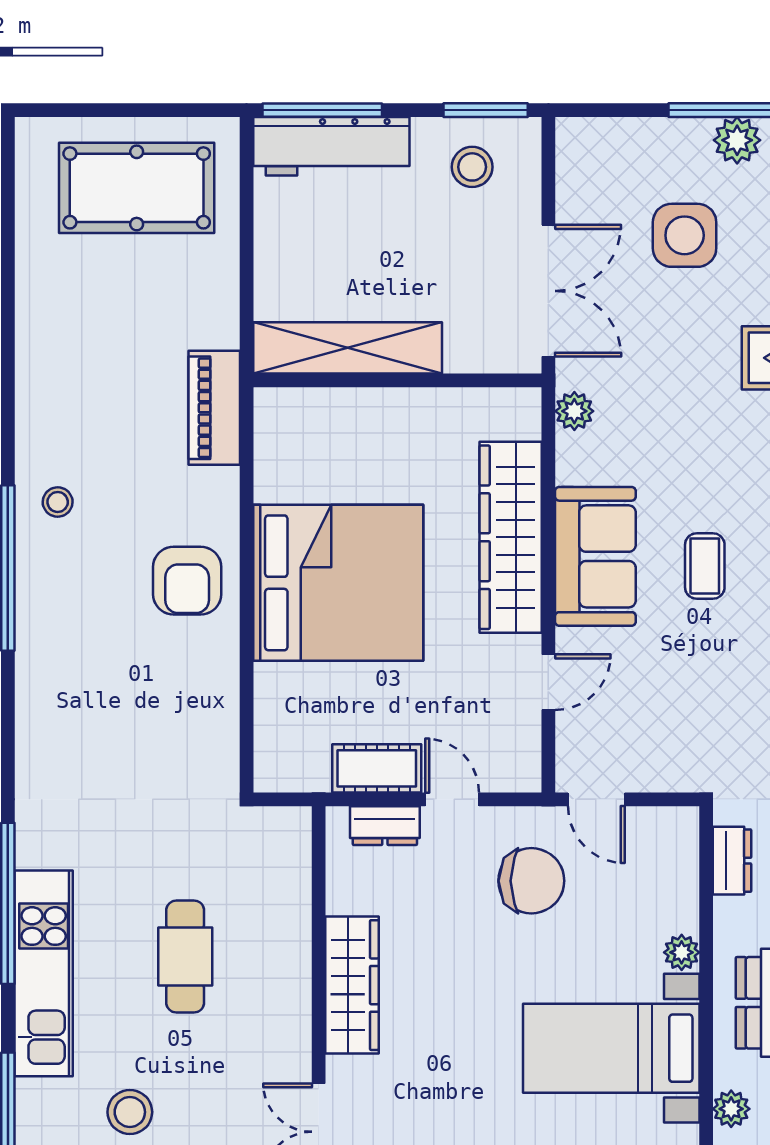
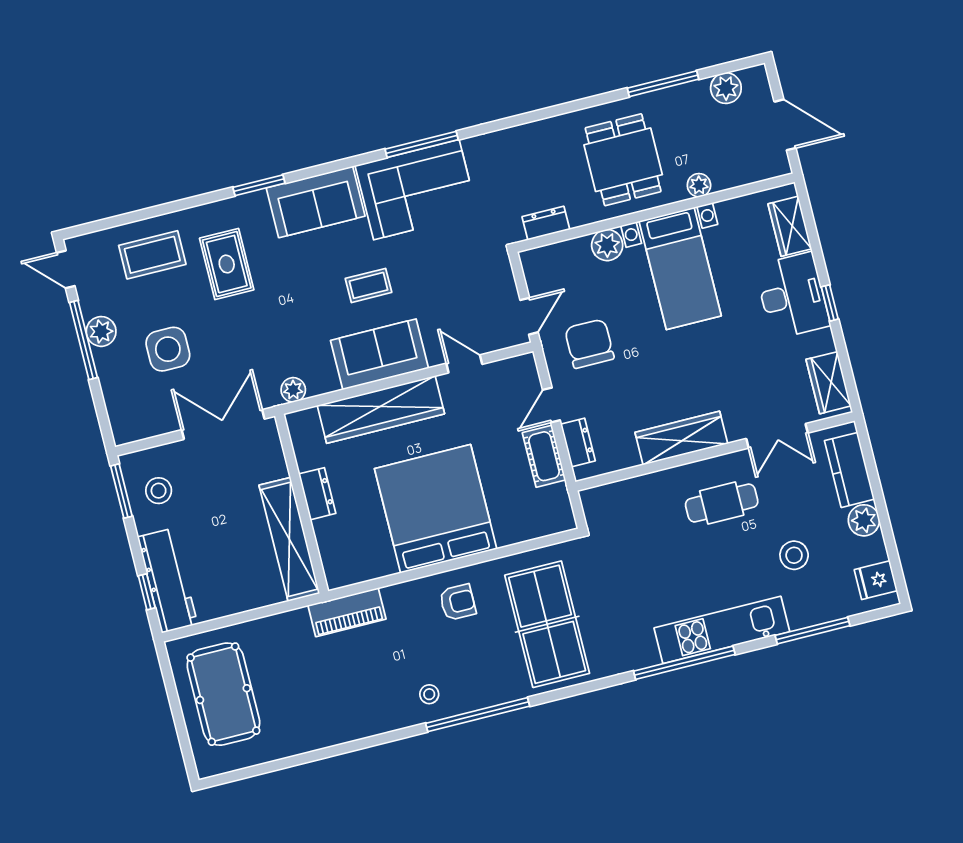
window: (322, 110) -> (147, 592), width x0.46
dresser: (407, 408) -> (317, 494), added
armchair: (187, 581) -> (458, 602), width x0.72, depth x0.72
table tennis table: (119, 709) -> (547, 624), added
plant: (682, 952) -> (607, 245), width x1.38, depth x1.38
cafe table: (185, 957) -> (722, 503), moved

